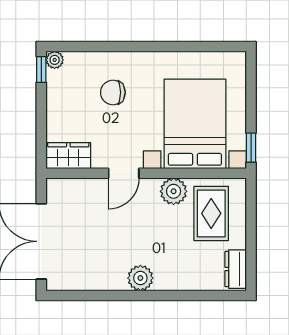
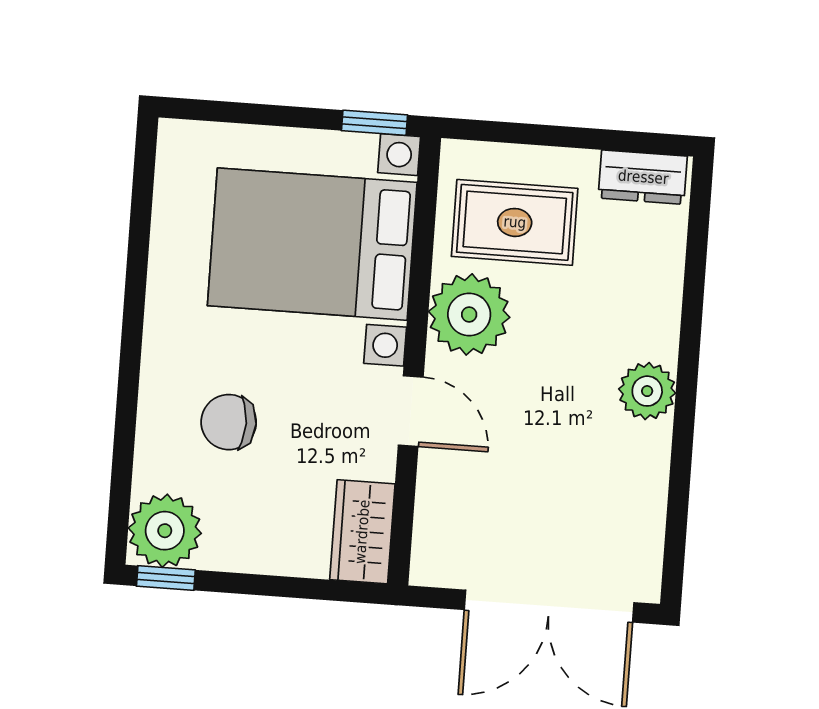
plant: (55, 60) -> (165, 531), width x1.87, depth x1.87
chair: (113, 92) -> (229, 422), turned 90
plant: (174, 191) -> (469, 314), width x1.36, depth x1.36

